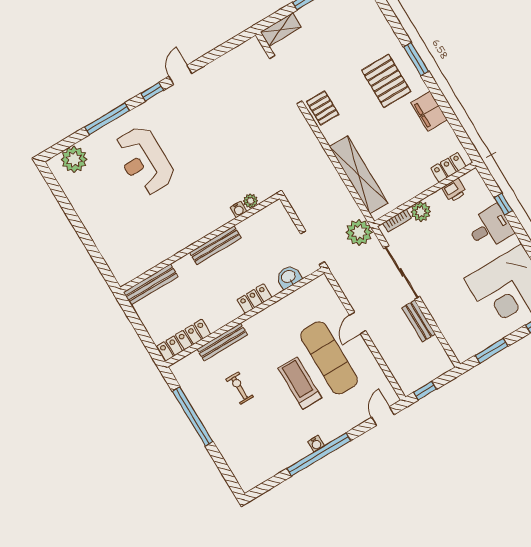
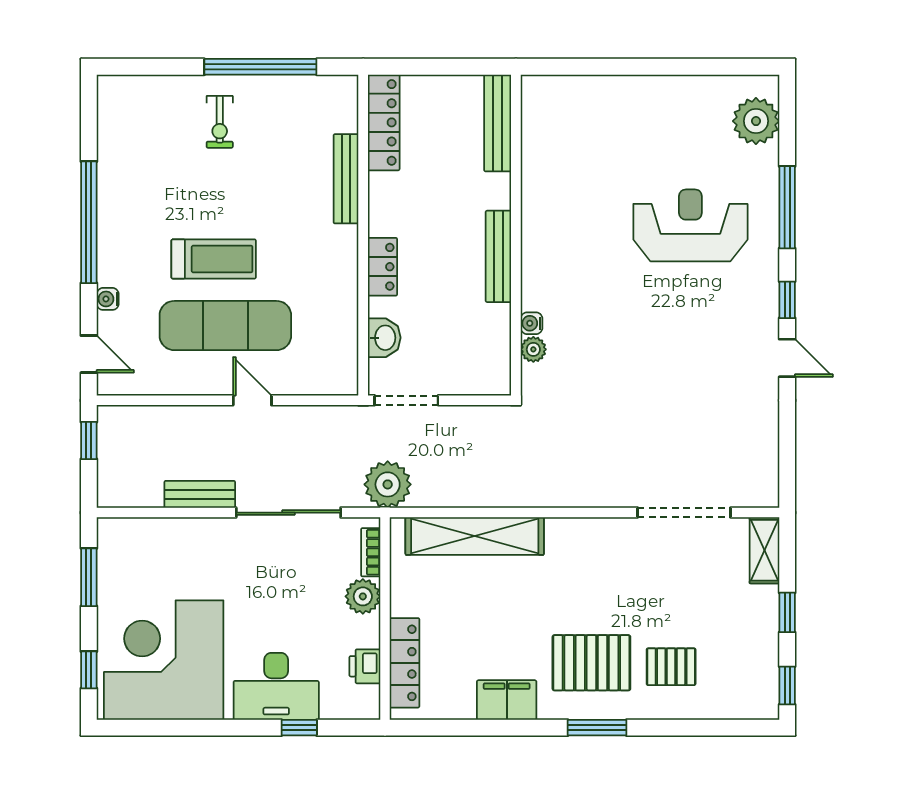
pallet: (323, 108) -> (671, 667), moved
locker: (448, 167) -> (404, 663), width x1.53
desk: (490, 228) -> (276, 686), width x1.37
exercise bike: (240, 388) -> (220, 122), moved, turned 90
water cooler: (316, 444) -> (108, 299), moved

